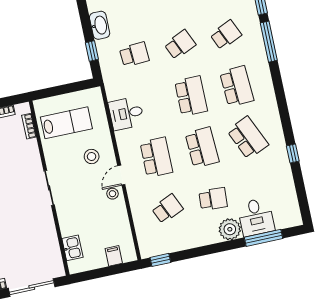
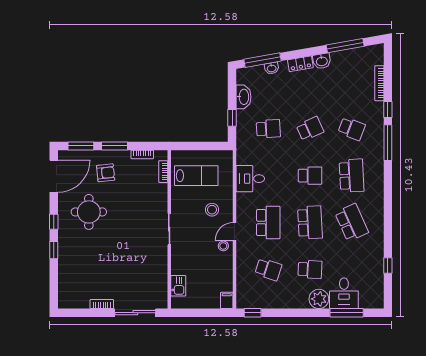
school desk: (226, 35) -> (352, 129), turned 45
school desk: (191, 96) -> (310, 176), width x0.54
window: (293, 153) -> (388, 266), moved
school desk: (167, 209) -> (268, 269), turned 42
filing cabinet: (114, 256) -> (227, 300), moved

